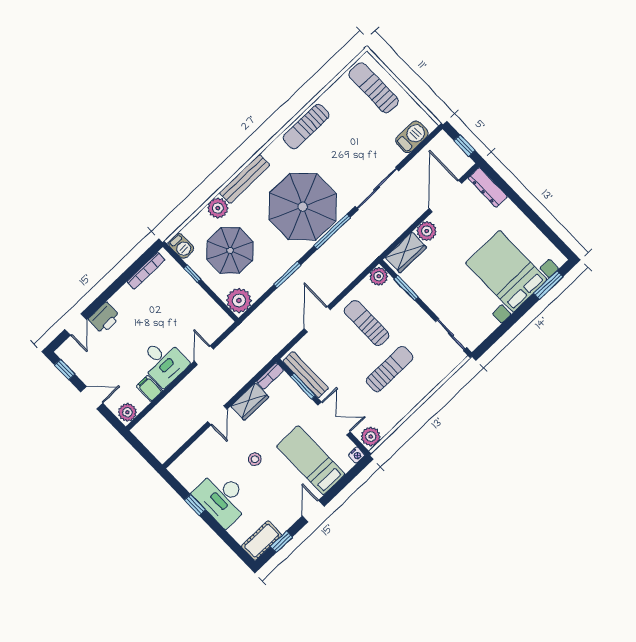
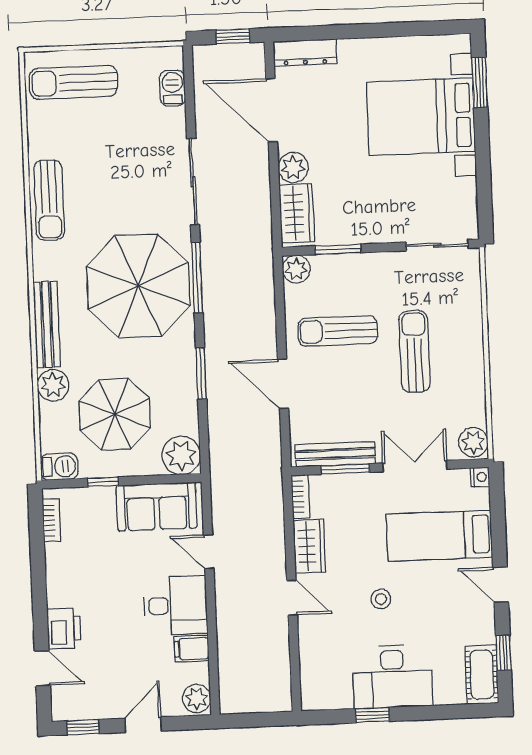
barbecue: (412, 137) -> (172, 88), width x0.73, depth x0.79
bookcase: (146, 271) -> (52, 520), width x0.64
sofa: (203, 311) -> (157, 507), added

